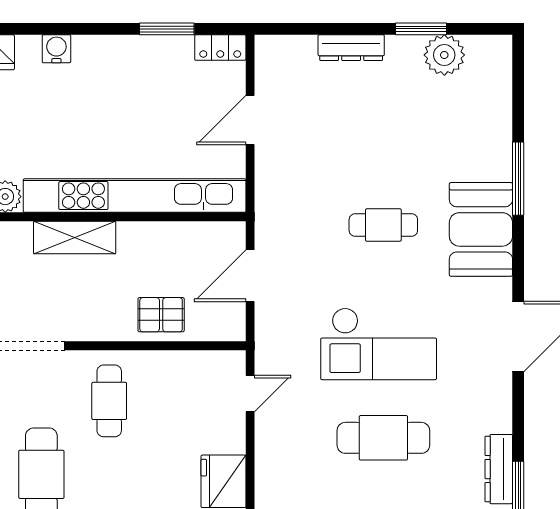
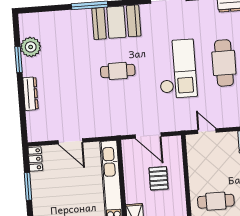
cafe table: (383, 225) -> (118, 71), turned 90
pallet: (161, 315) -> (158, 178), moved

